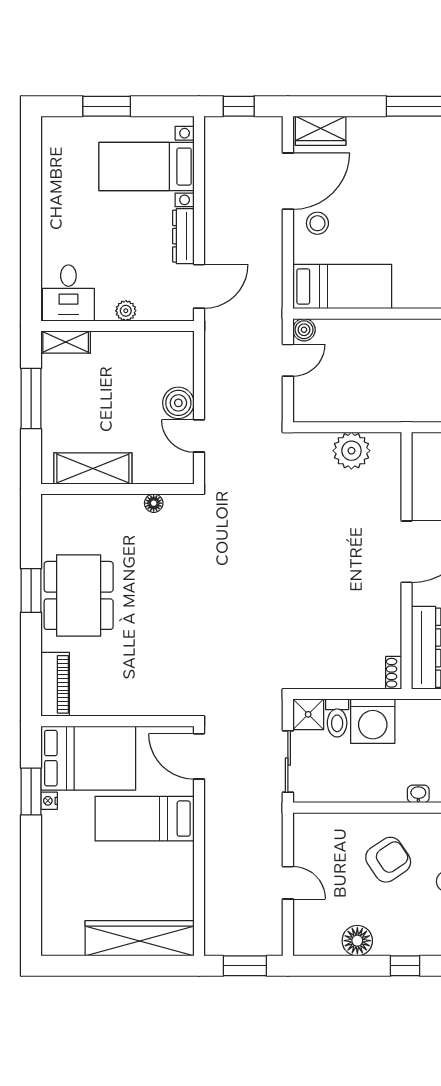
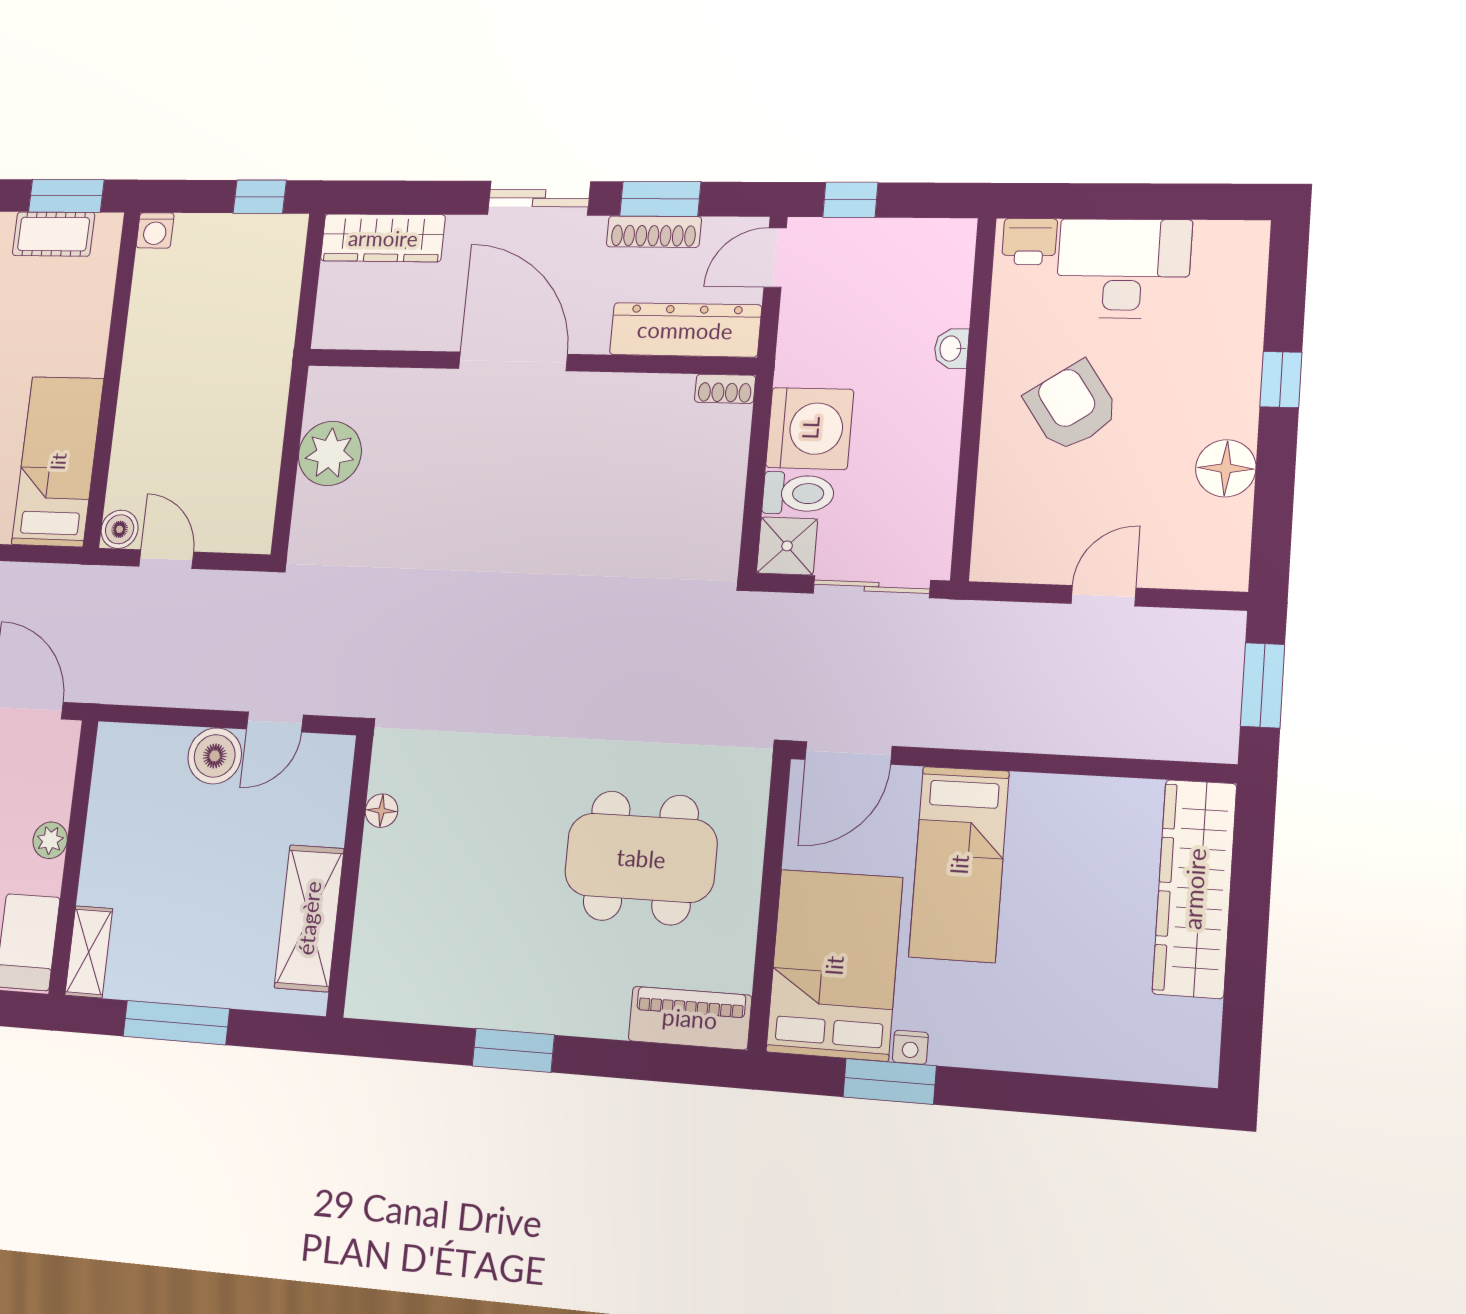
dining table: (79, 595) -> (641, 858), moved

